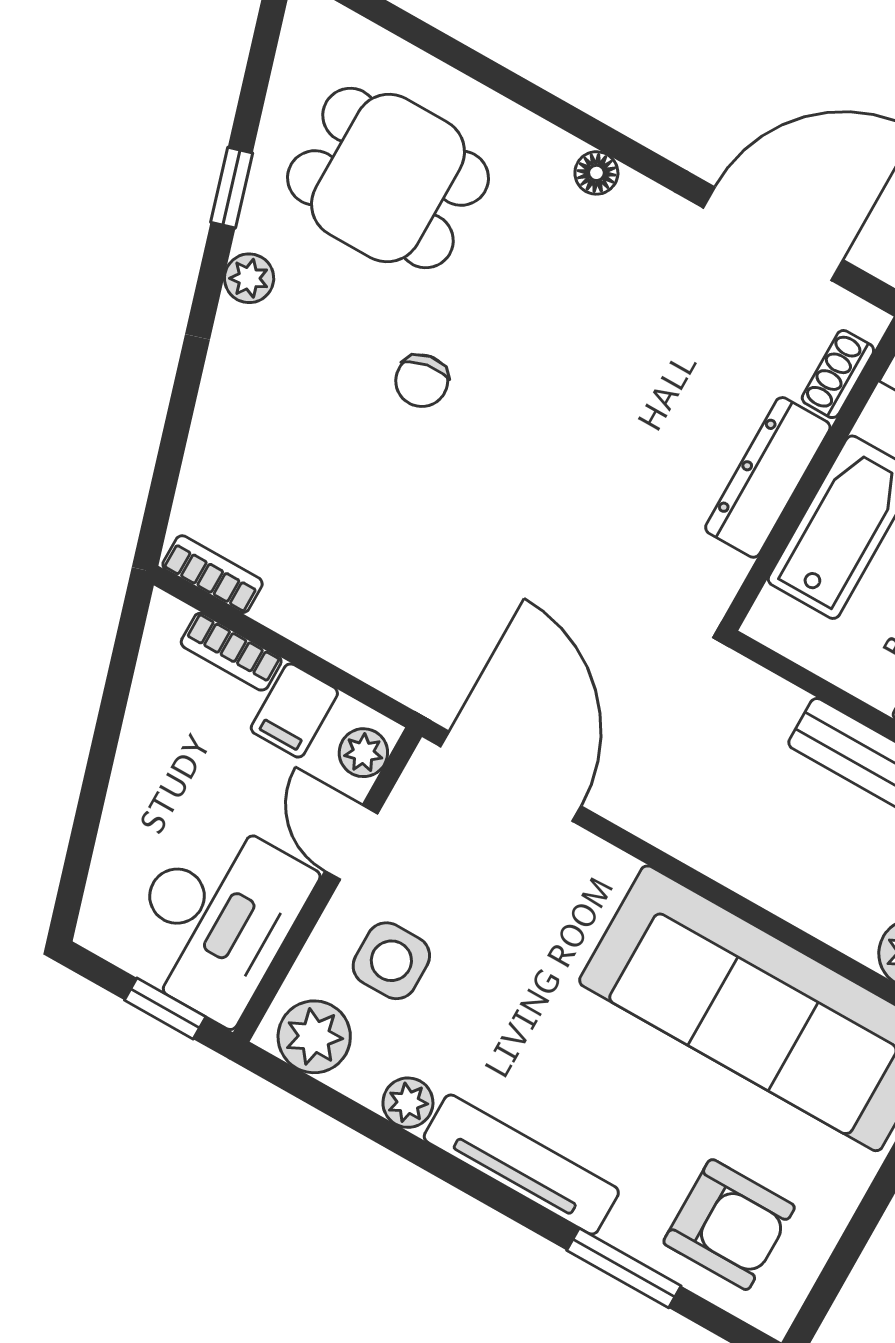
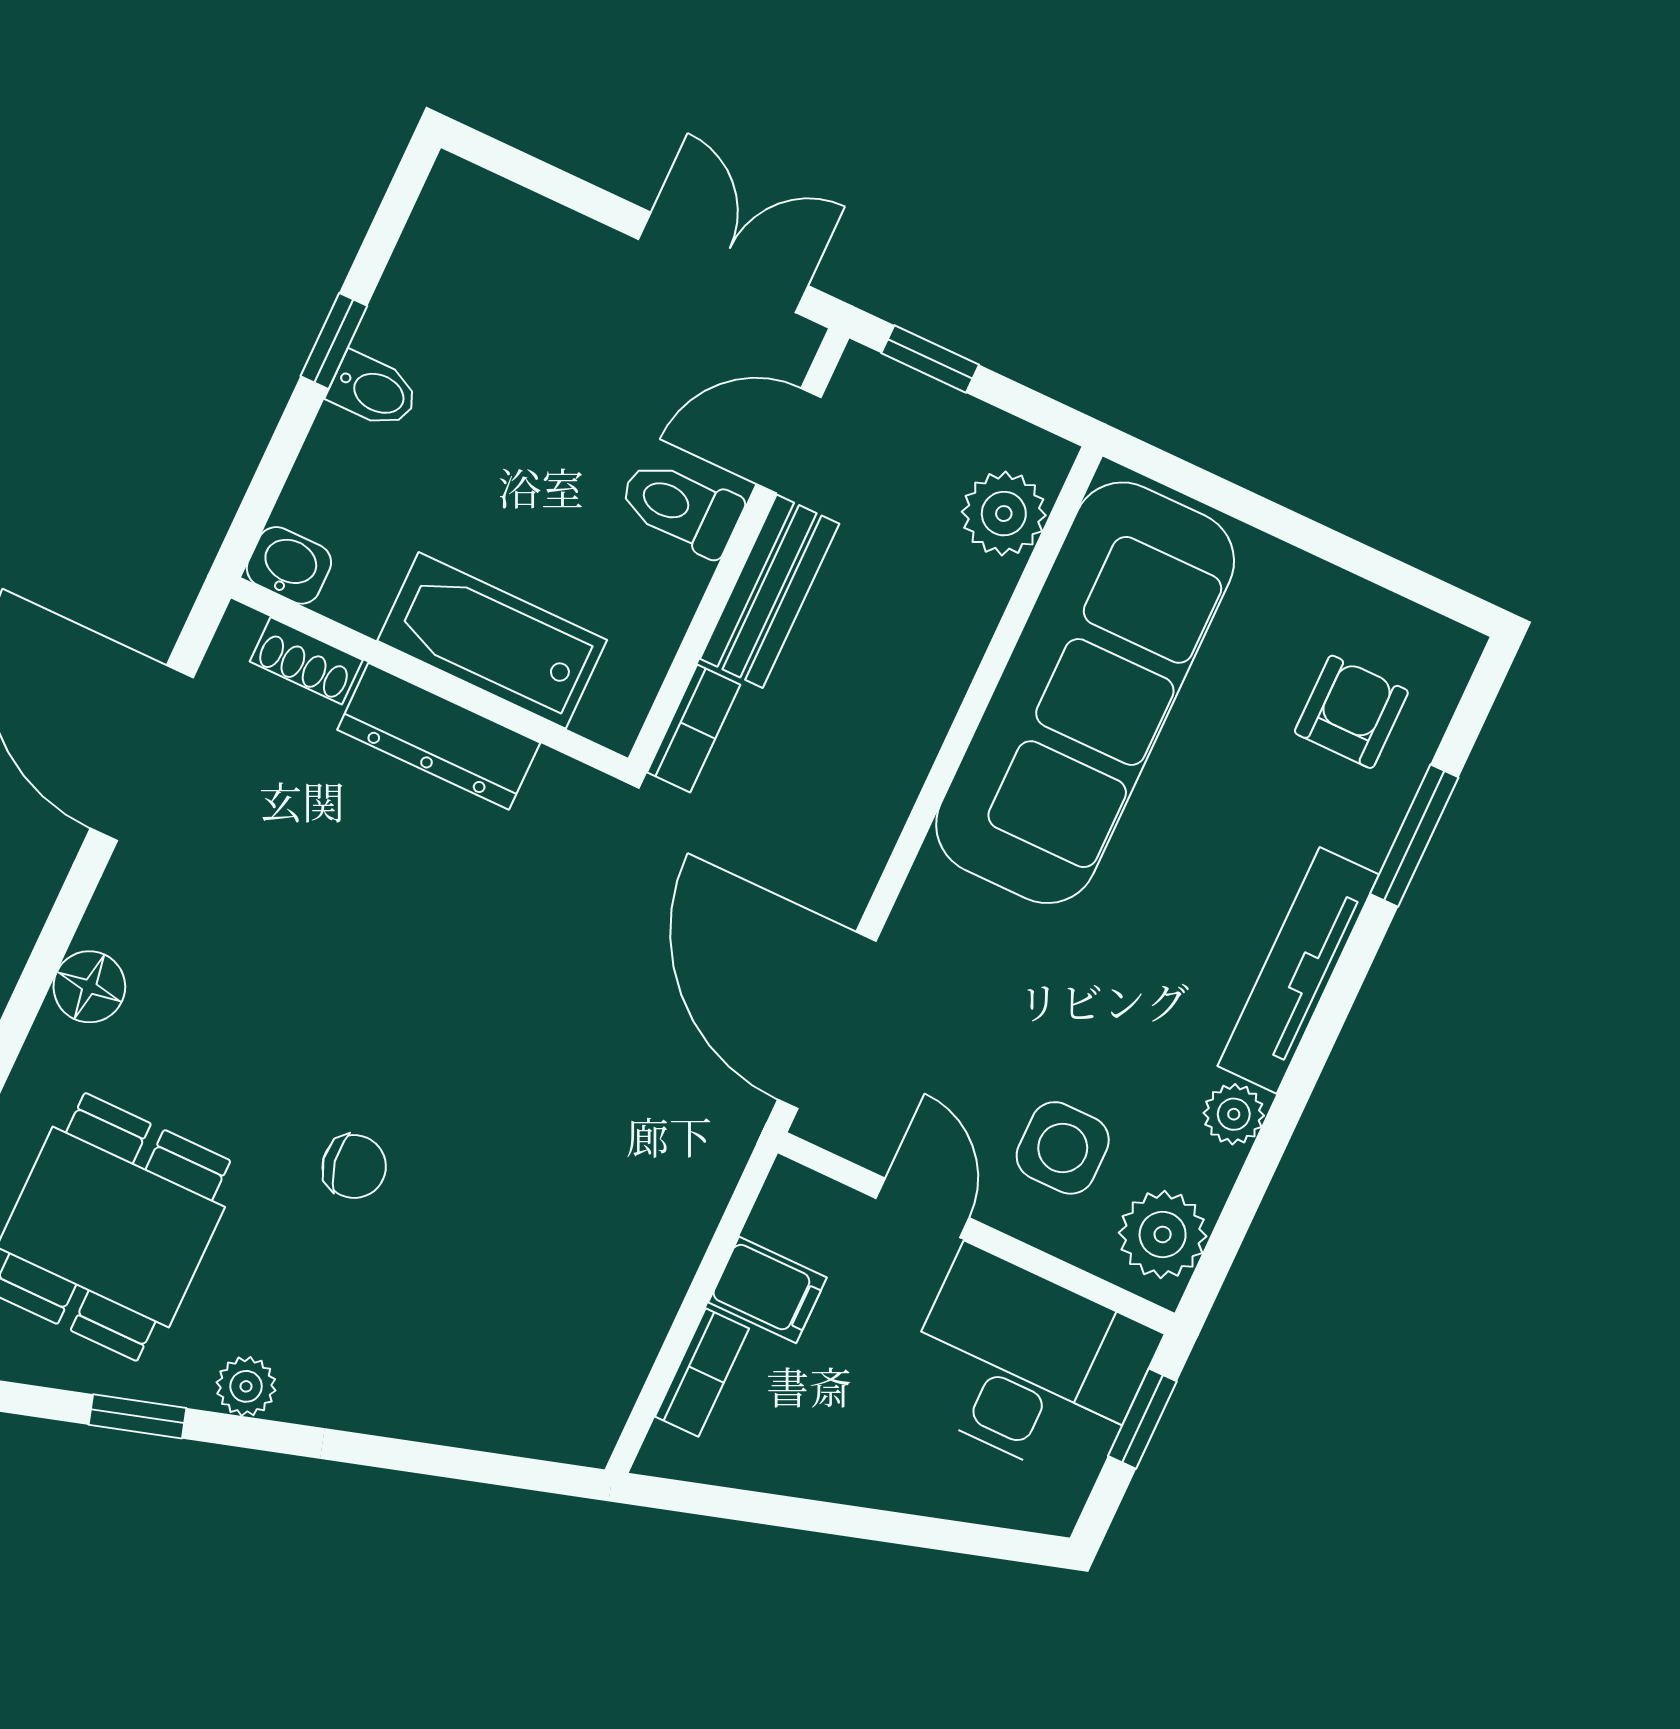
floor lamp: (596, 173) -> (89, 987), width x1.37, depth x1.37
bookcase: (213, 574) -> (694, 729), moved, turned 180
plant: (363, 753) -> (812, 1202), removed
door: (511, 776) -> (827, 1020), hinge flipped
door: (351, 842) -> (923, 1208), swing flipped
armchair: (729, 1225) -> (1351, 712), width x0.72, depth x0.72

